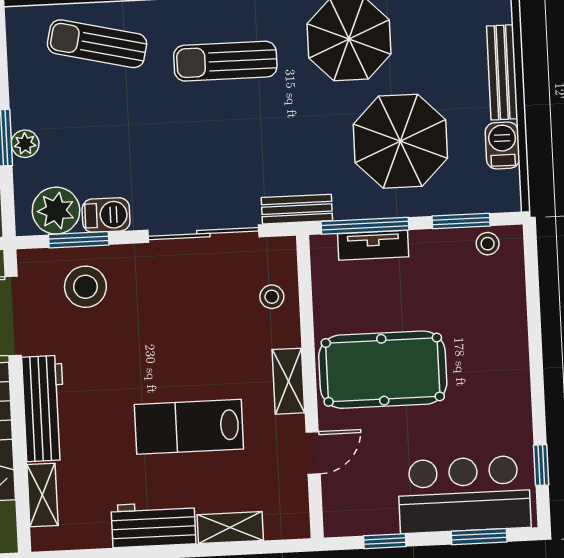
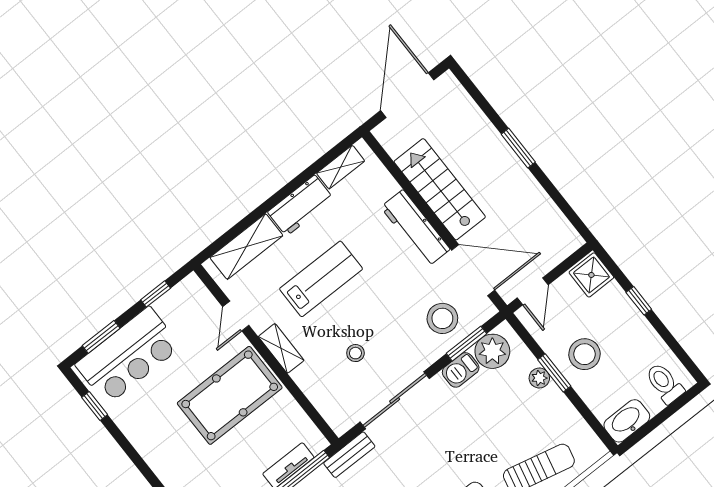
stool: (272, 297) -> (355, 353), moved
shelving: (42, 495) -> (341, 167), moved, turned 90
shelving: (230, 528) -> (246, 247), width x1.50, depth x1.33

